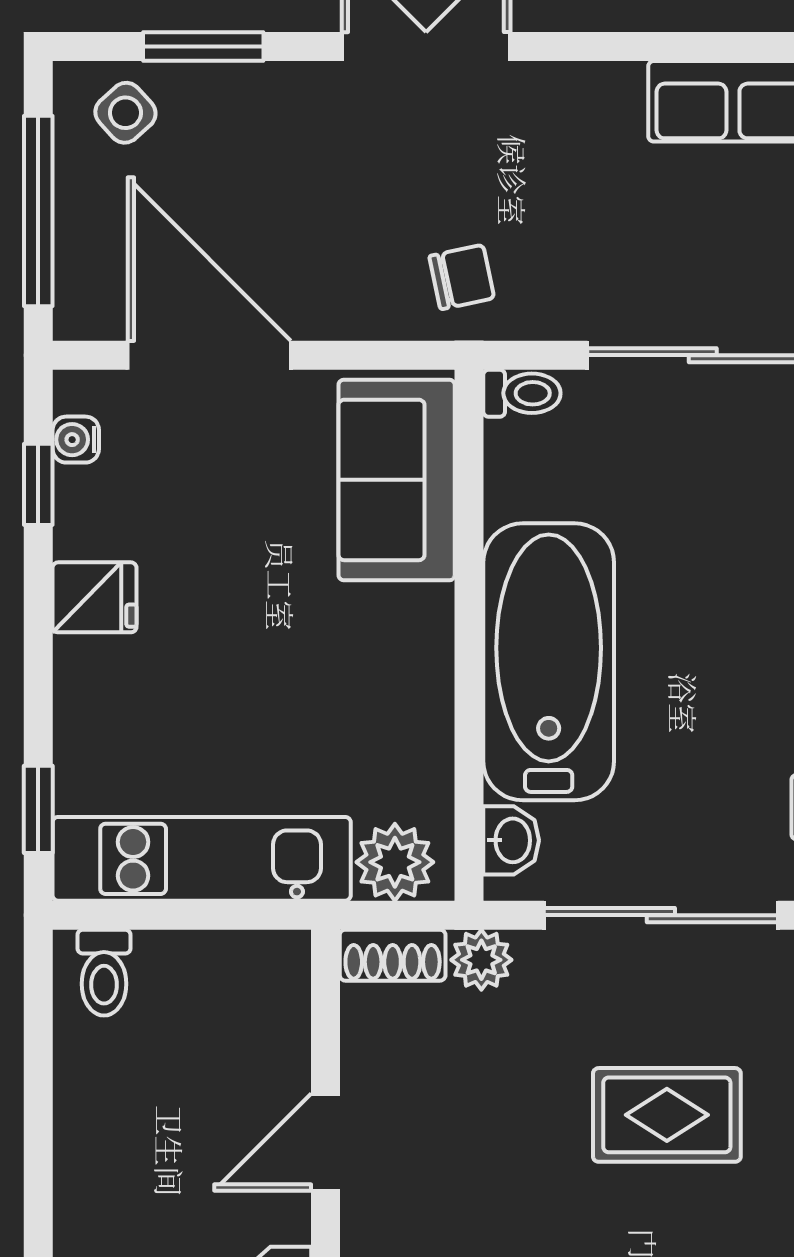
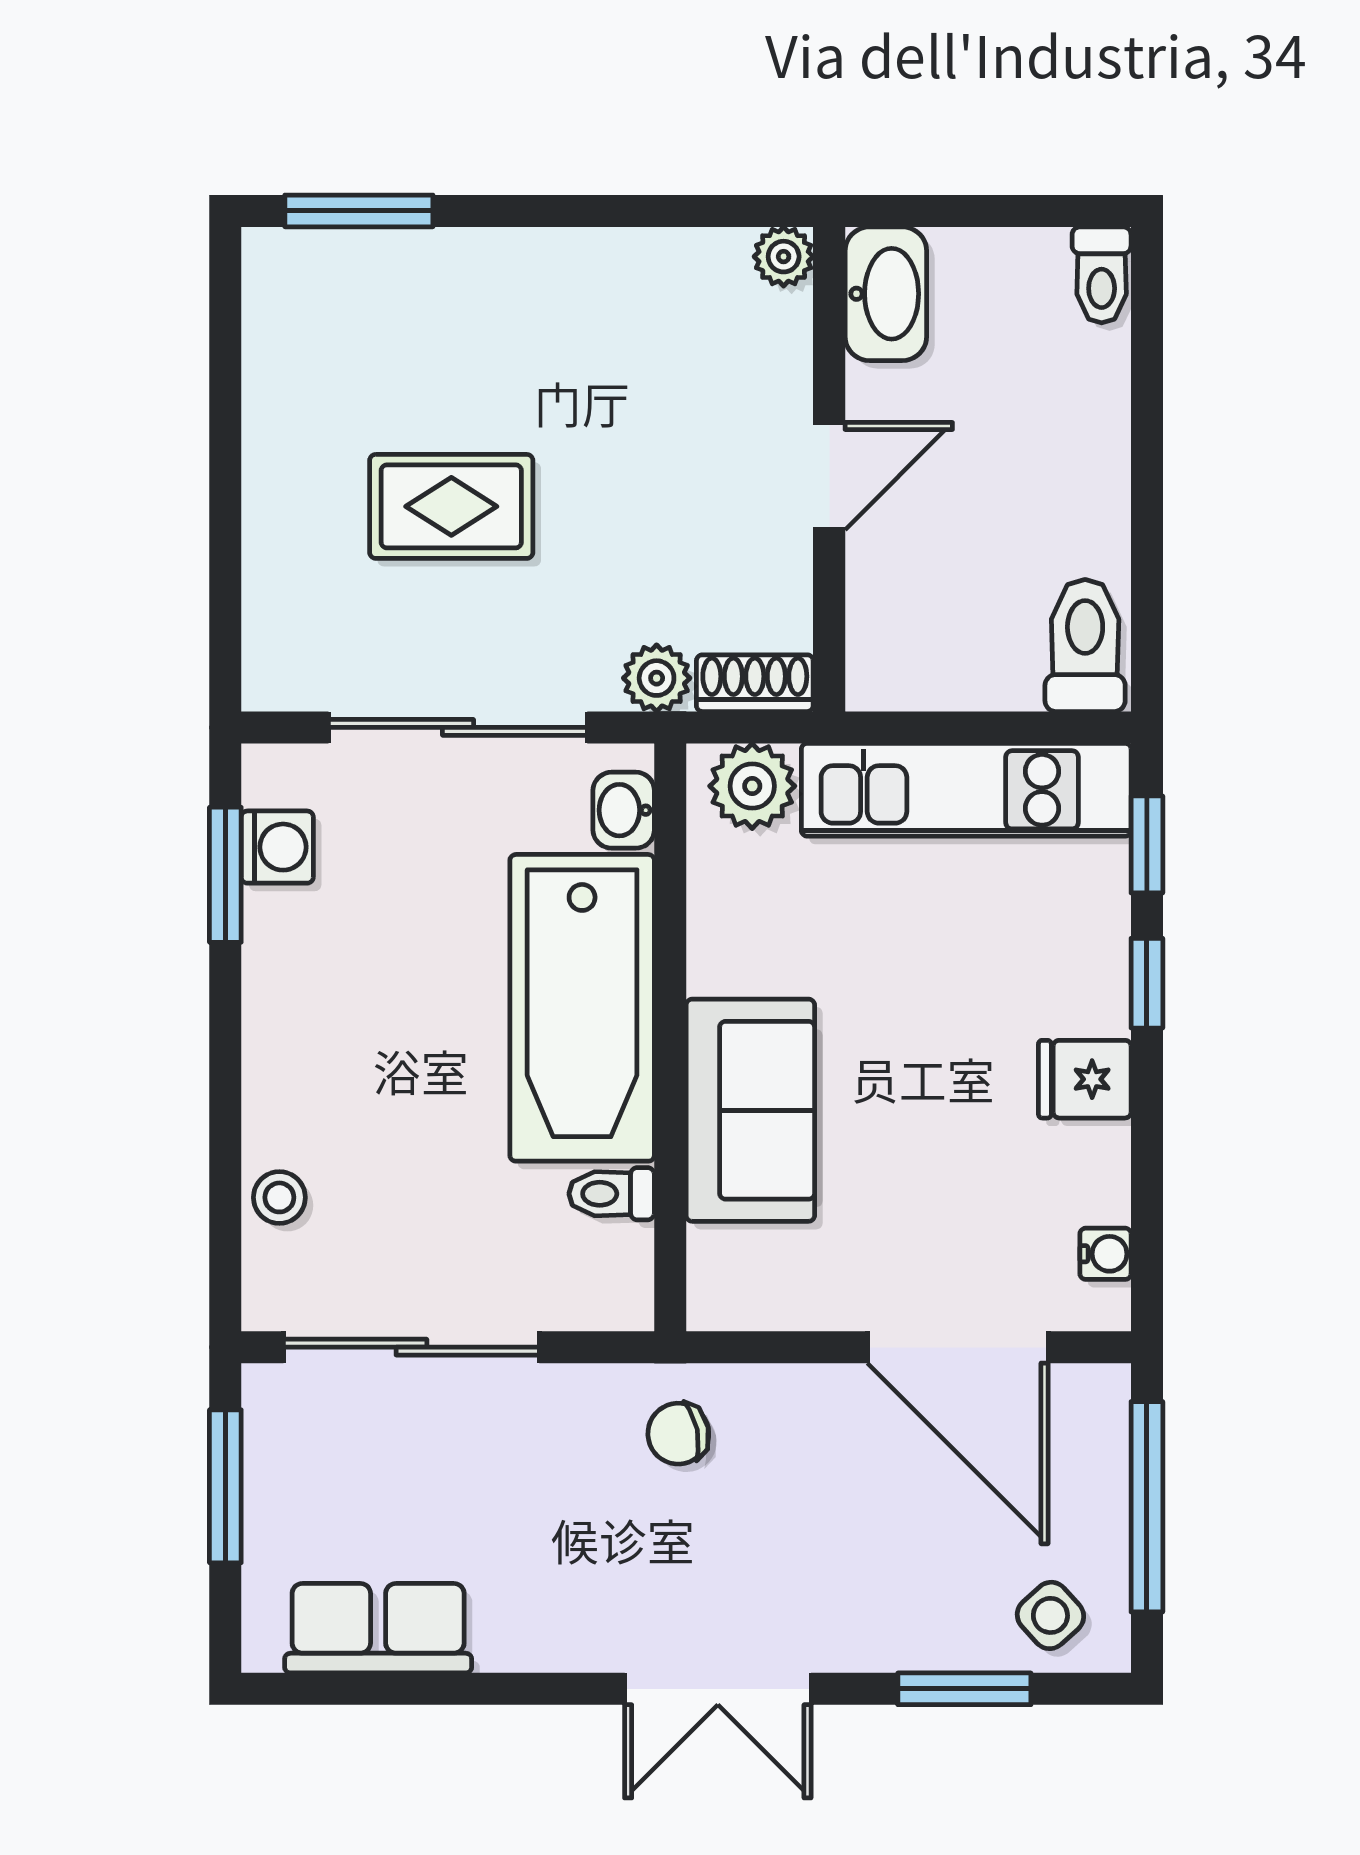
toilet: (522, 393) -> (612, 1194), moved
sofa: (397, 480) -> (750, 1110), moved
window: (38, 484) -> (1147, 983), moved
toilet: (104, 973) -> (1085, 645), width x1.37, depth x1.39

